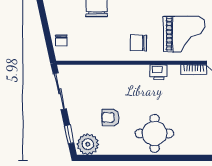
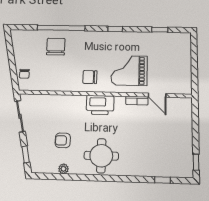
grand piano: (184, 34) -> (129, 71), turned 180
printer: (159, 72) -> (100, 105), width x1.87, depth x1.48
plant: (88, 144) -> (63, 169), moved, width x0.53, depth x0.53

